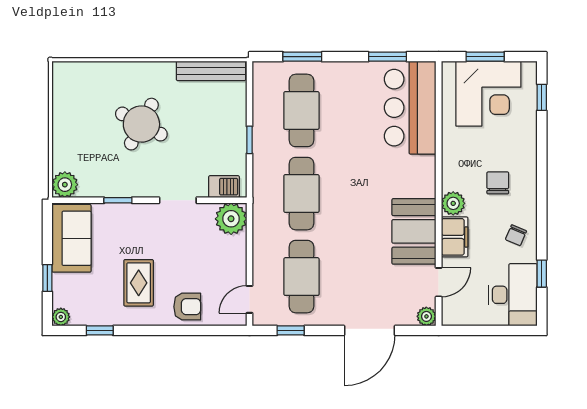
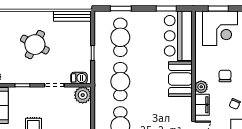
booth: (414, 231) -> (180, 79), moved

